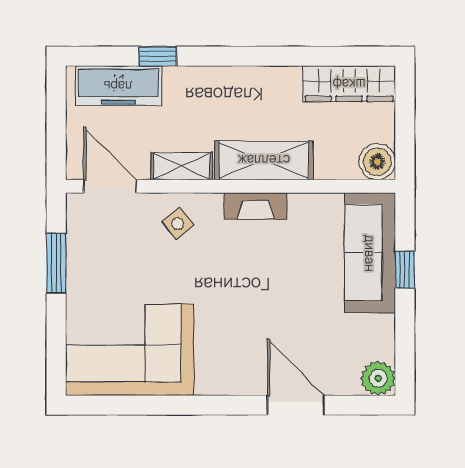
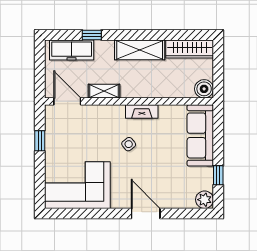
shelving: (264, 160) -> (140, 50), moved
side table: (178, 224) -> (129, 144), moved
window: (56, 263) -> (40, 141), width x0.67
window: (405, 270) -> (218, 175), moved
door: (296, 405) -> (146, 213), moved

